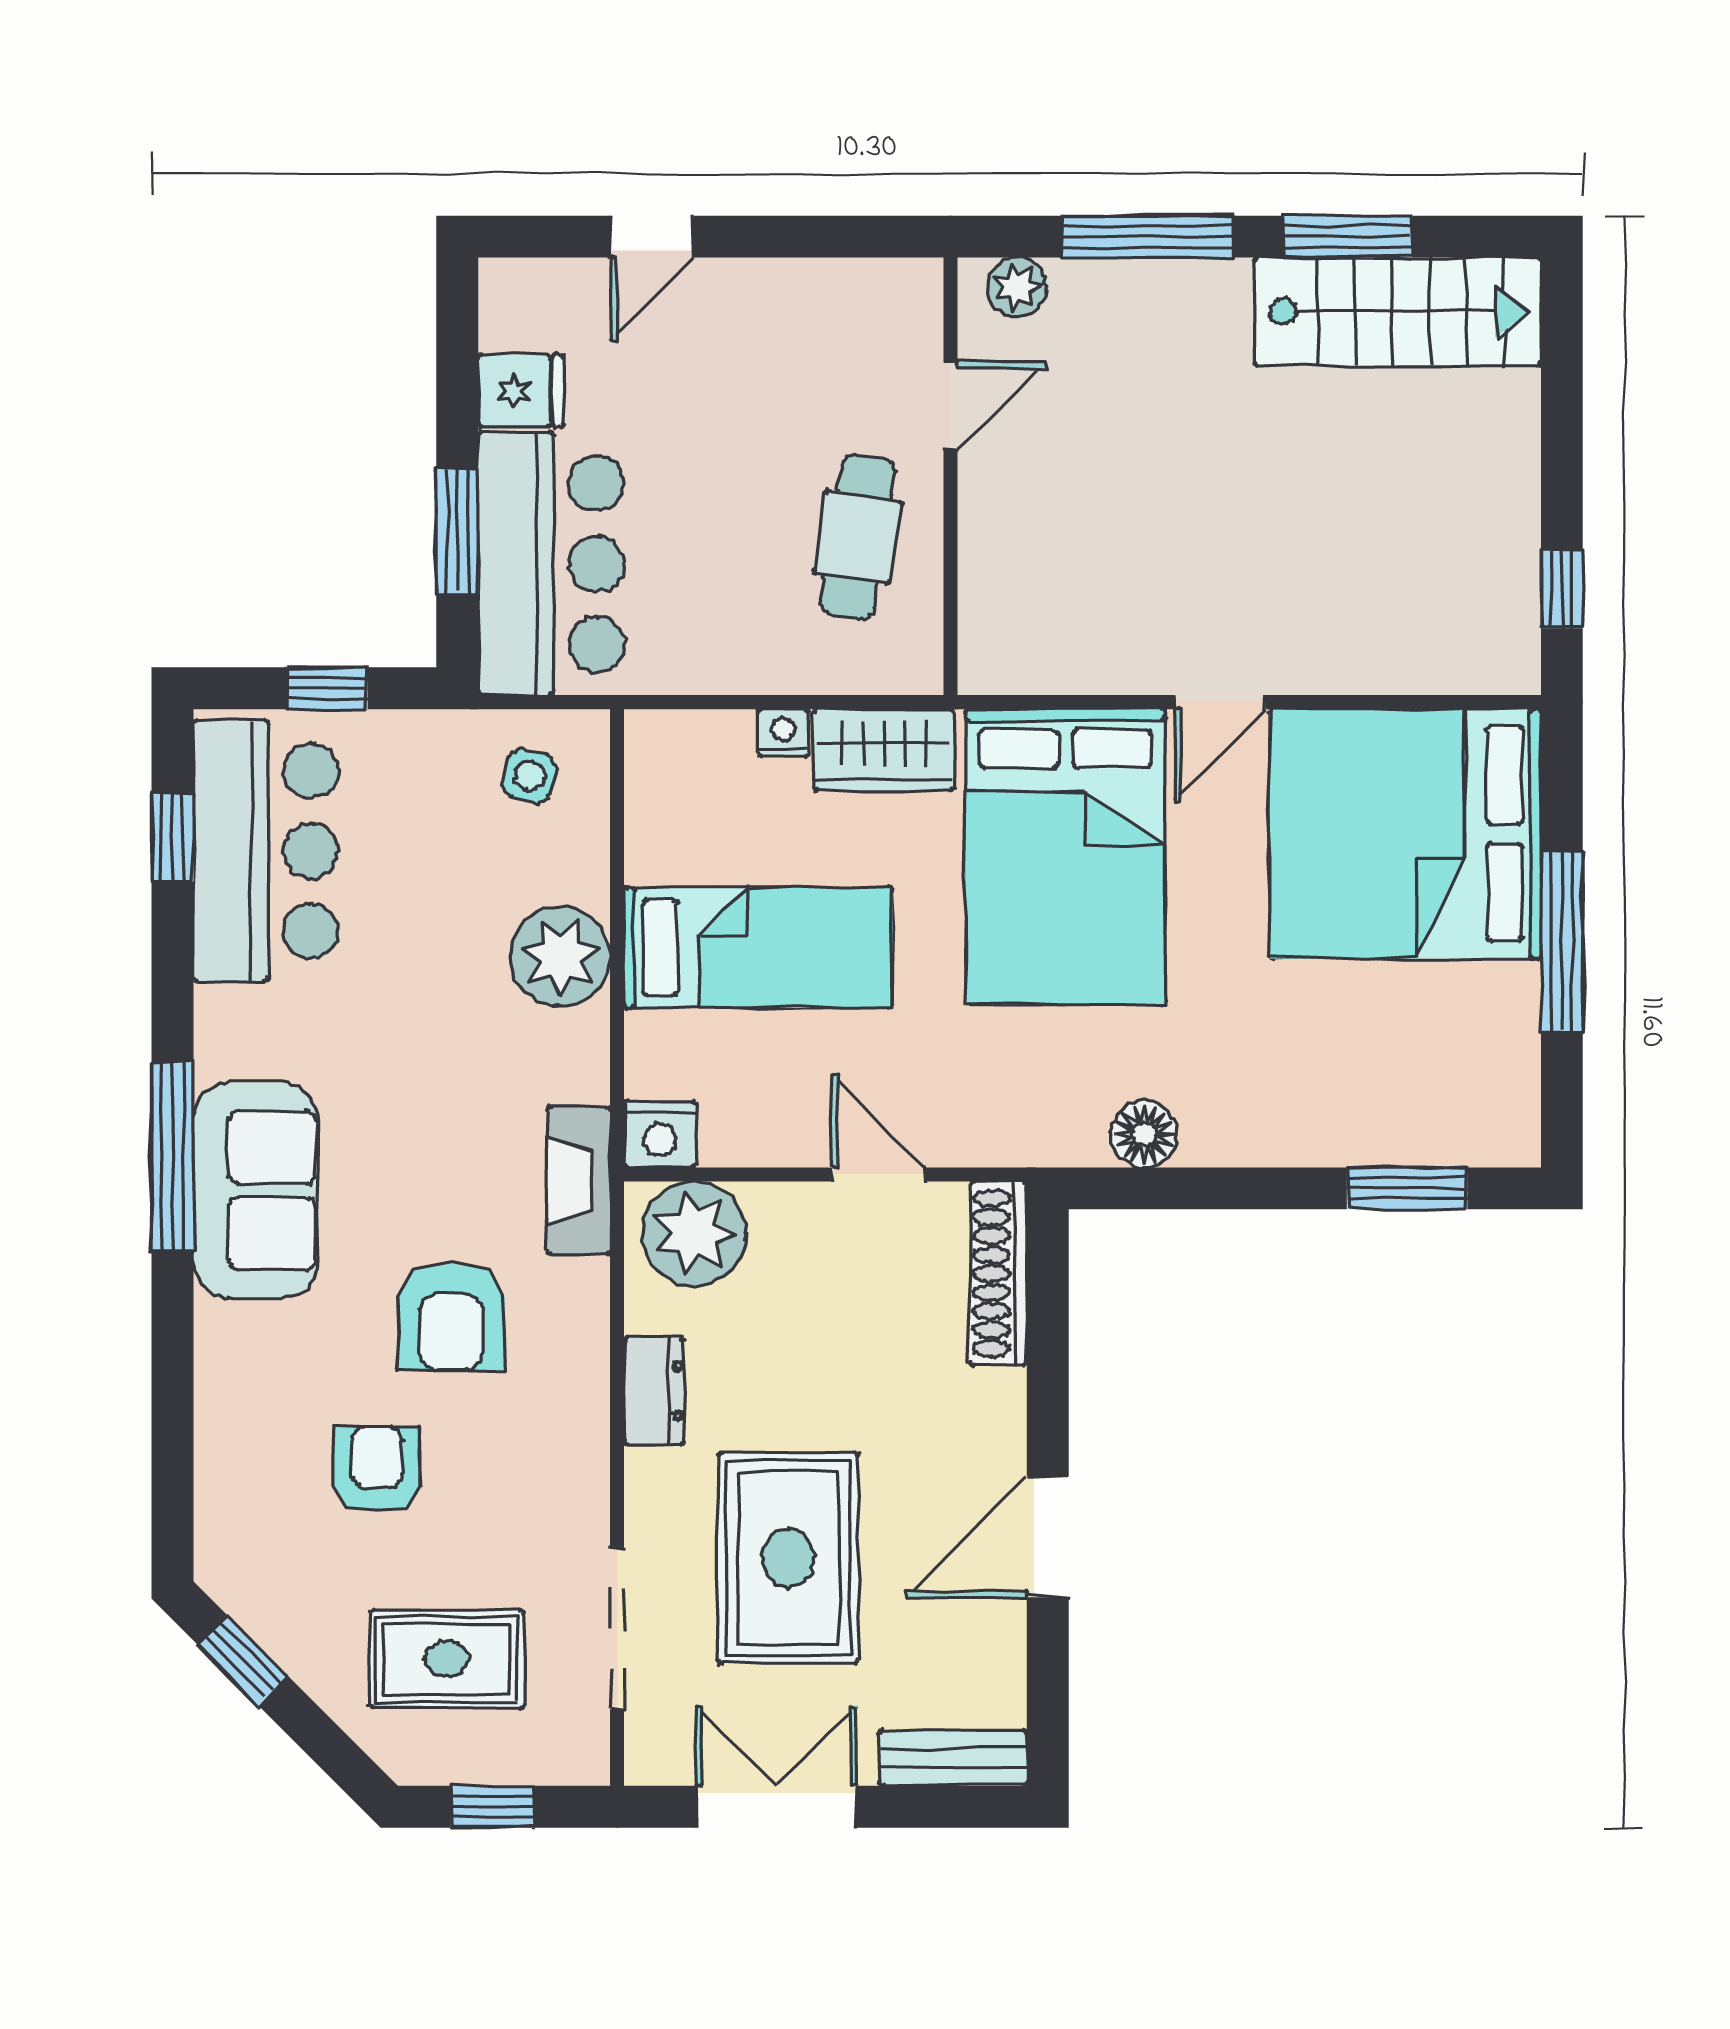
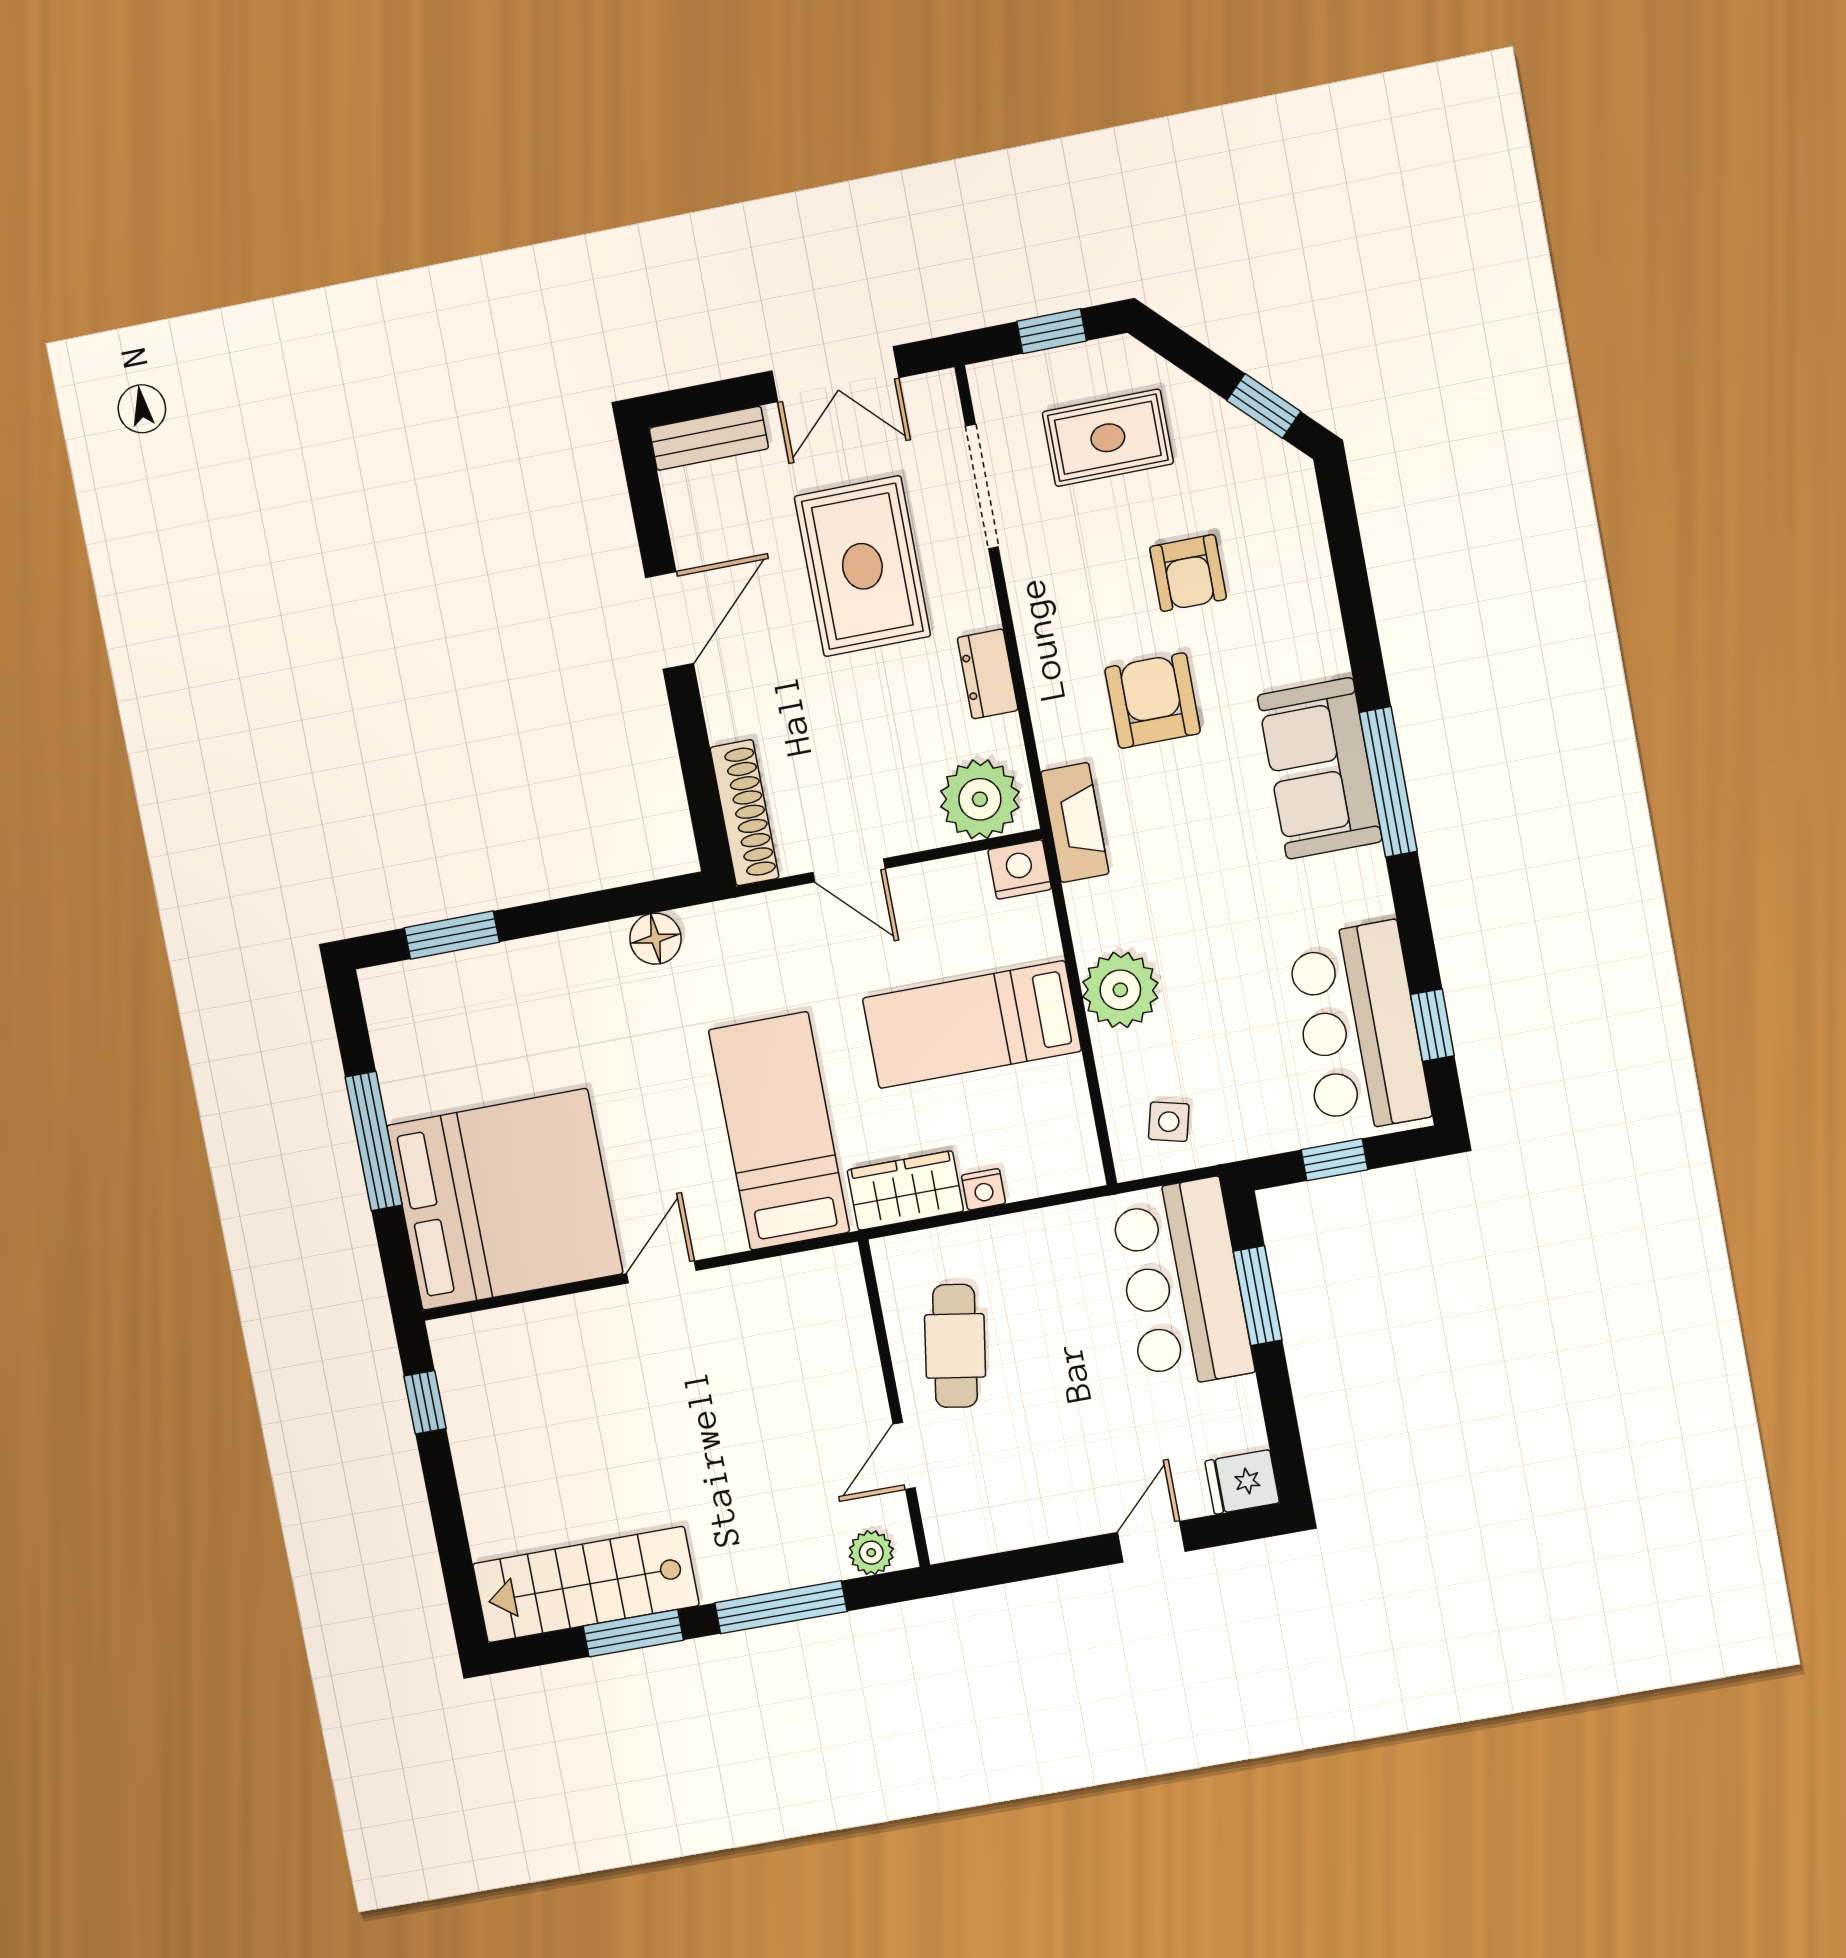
fridge: (521, 391) -> (1242, 1482), moved
bed: (1065, 857) -> (779, 1131), width x0.67

